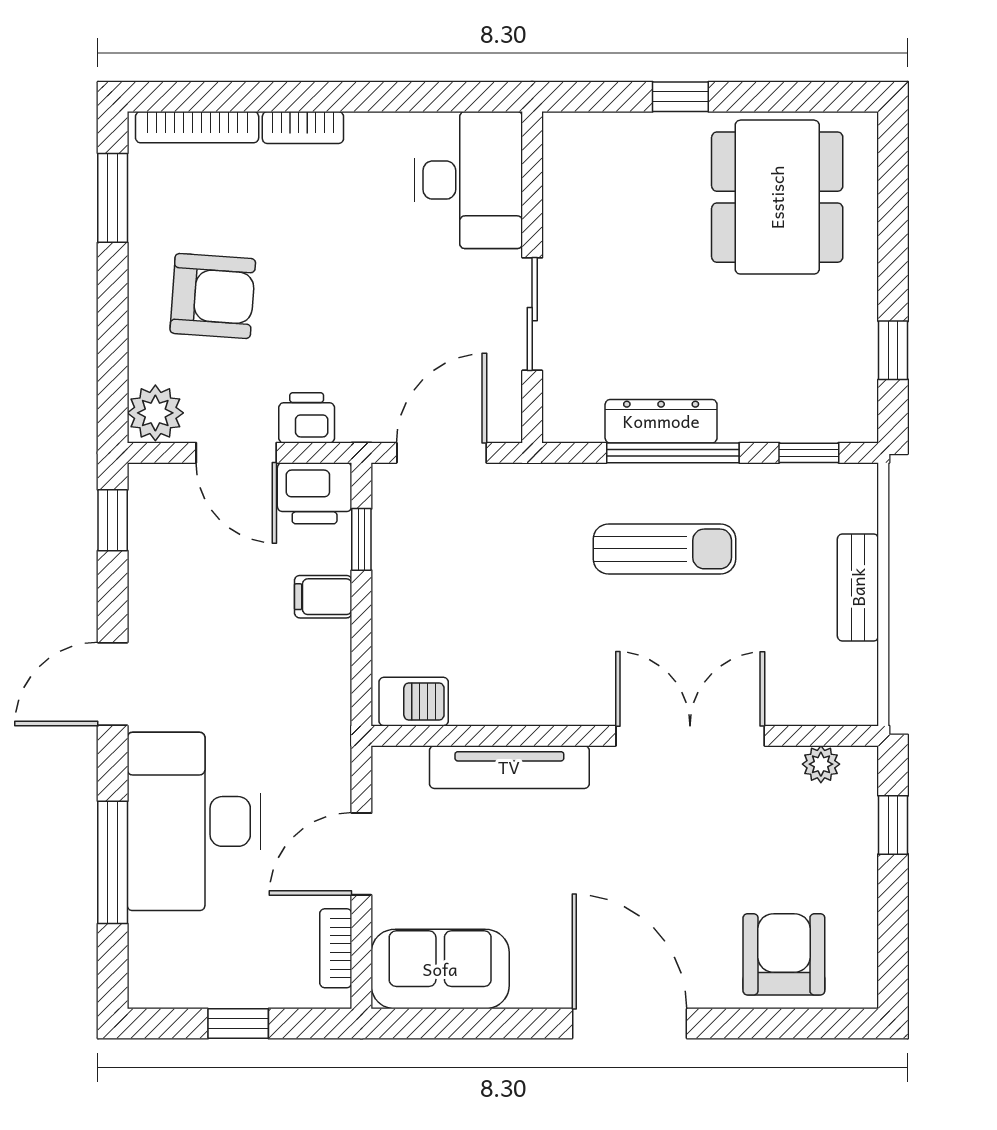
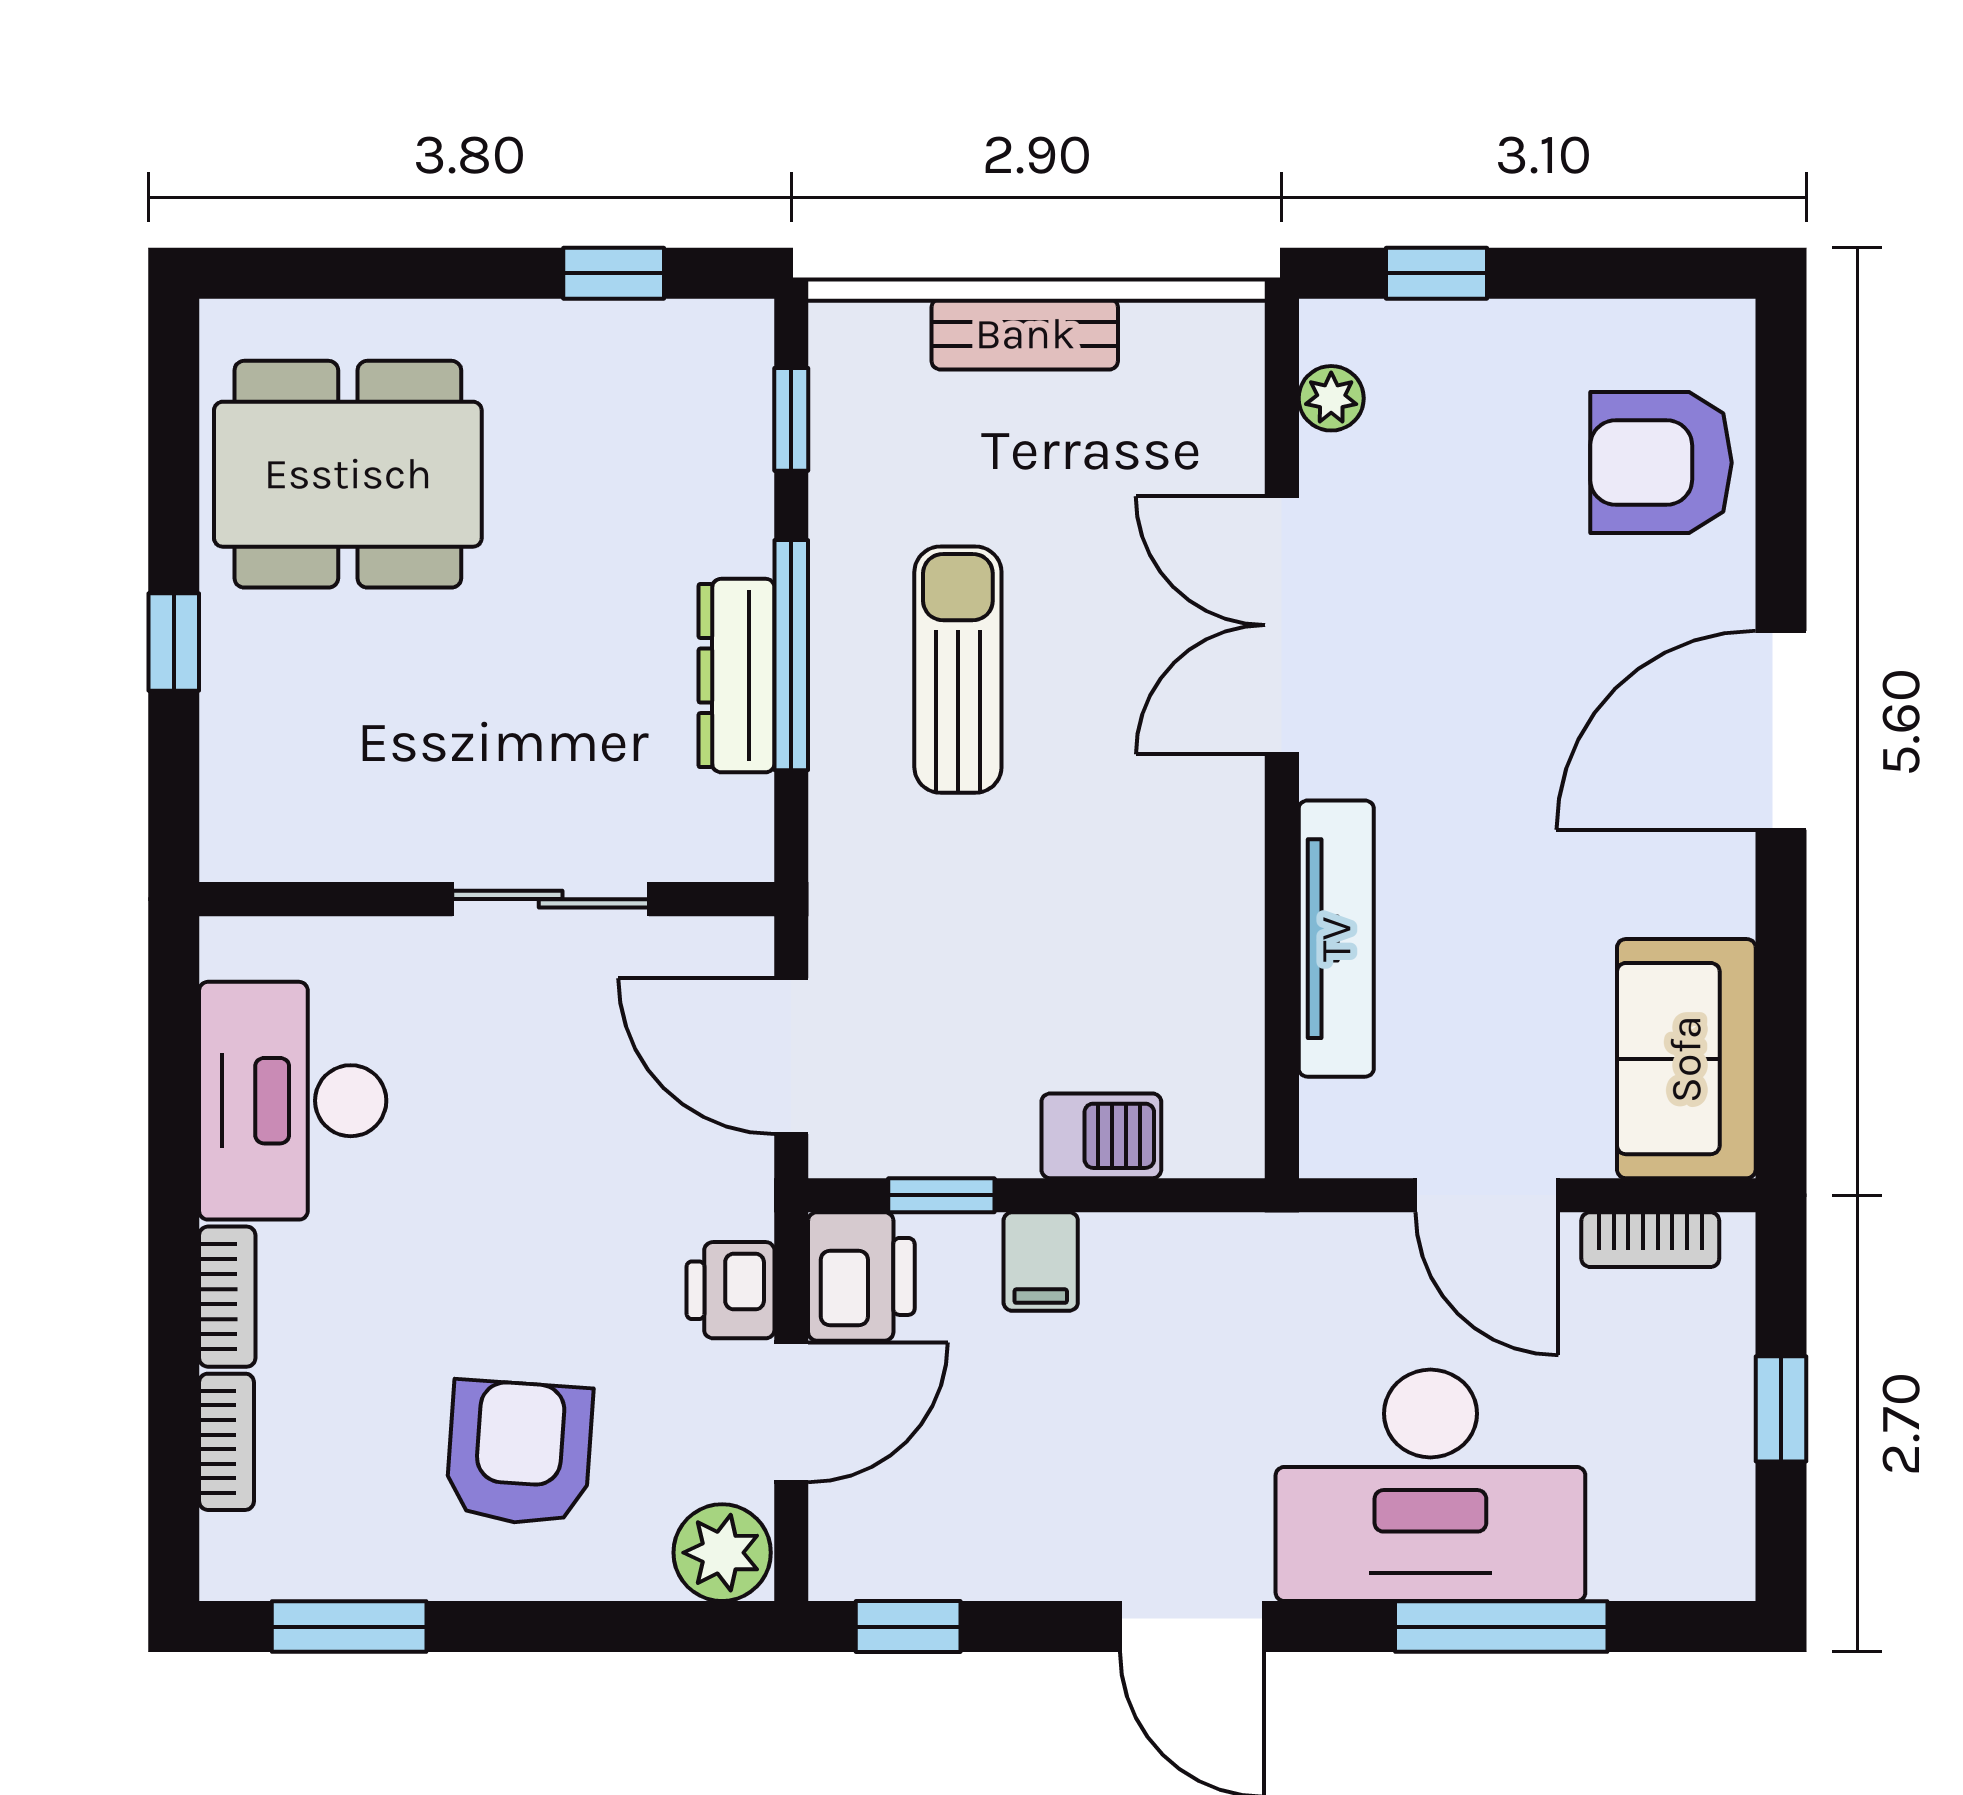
bookcase: (197, 127) -> (227, 1442), width x0.64
desk: (468, 180) -> (293, 1101), moved, turned -90
barbecue: (414, 702) -> (1101, 1136), moved, turned 90

